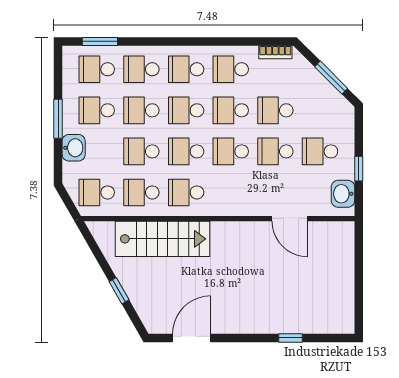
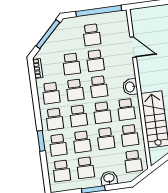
window: (100, 41) -> (41, 141), moved
window: (331, 78) -> (48, 34), width x1.44
window: (359, 169) -> (99, 11), width x3.17
washbasin: (343, 194) -> (130, 87), moved, turned 90
door: (290, 219) -> (133, 47), hinge flipped

